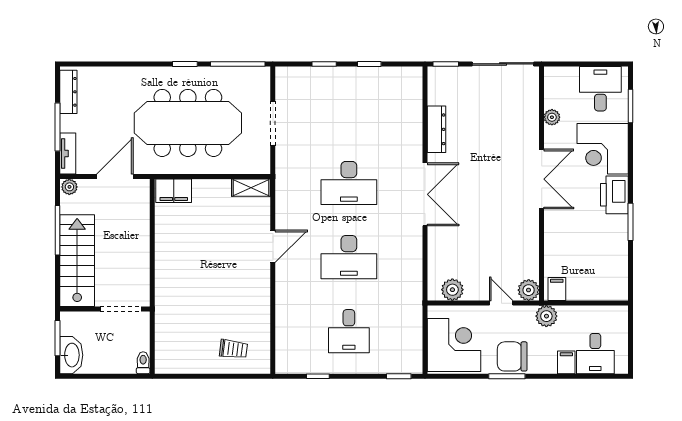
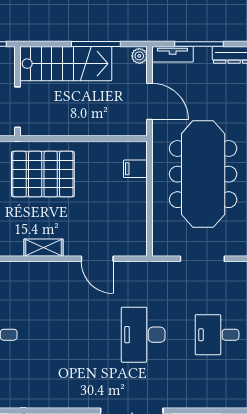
shelving: (251, 188) -> (43, 248), moved, turned 90
filing cabinet: (174, 191) -> (135, 169), width x0.50
door: (273, 246) -> (97, 259), moved
desk: (349, 257) -> (217, 335), moved, width x0.73
pallet: (188, 283) -> (43, 174), added

